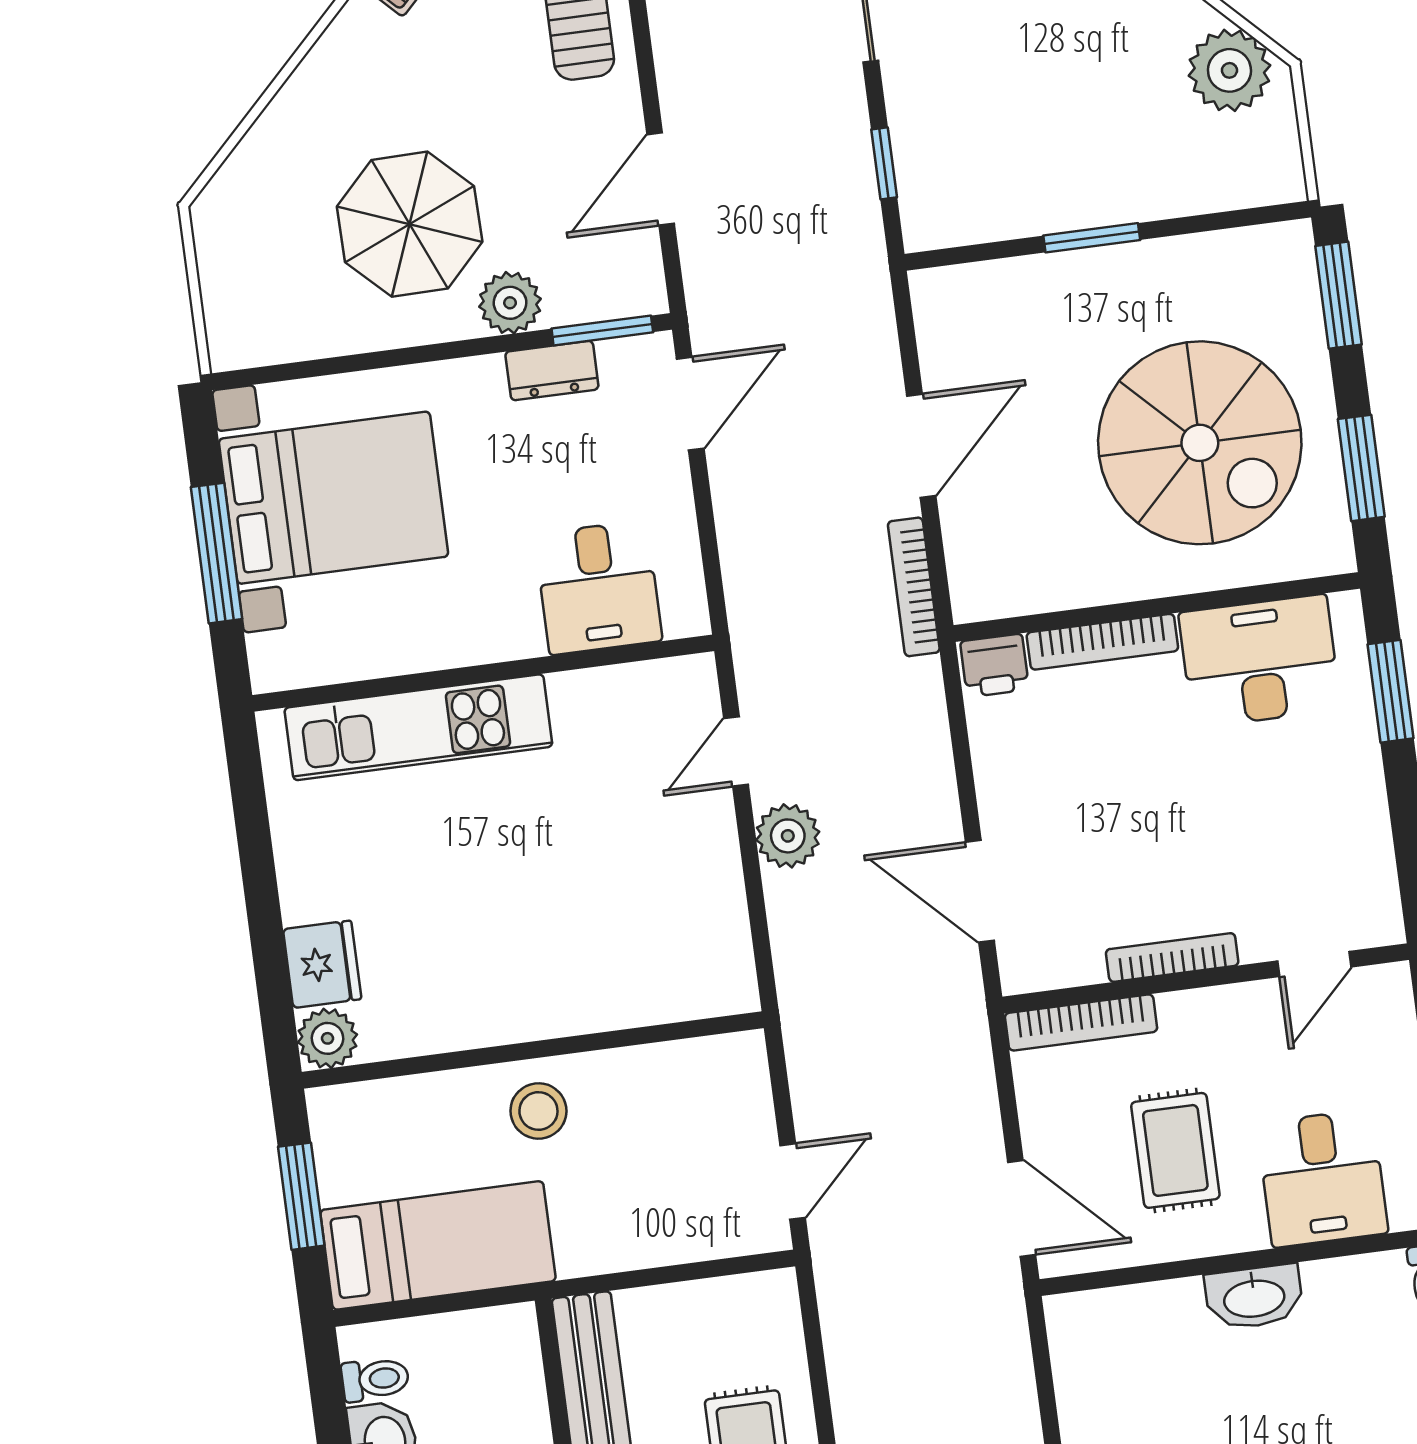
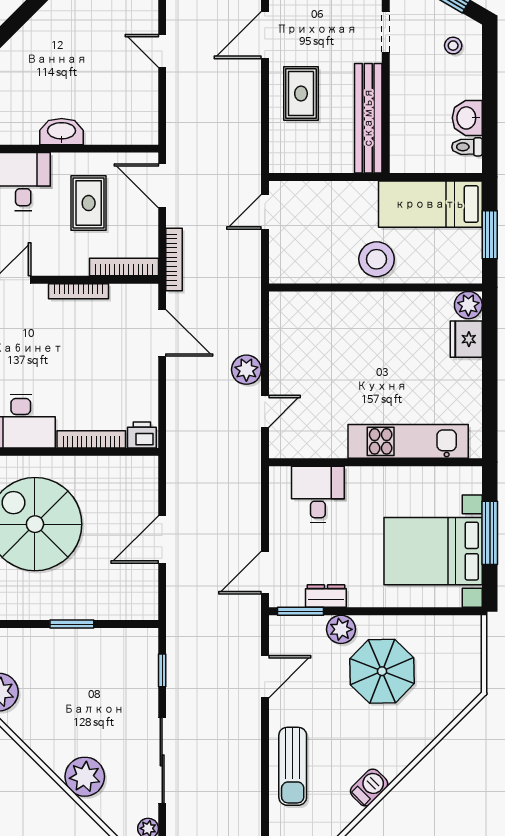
bookcase: (914, 587) -> (174, 260), moved
stool: (538, 1111) -> (377, 259), width x1.38, depth x1.38

